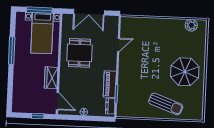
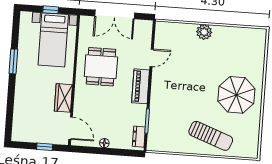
window: (39, 10) -> (51, 10), width x0.46
plant: (191, 25) -> (204, 32), moved
window: (12, 51) -> (13, 61), width x0.69
piano: (110, 84) -> (141, 86), moved

